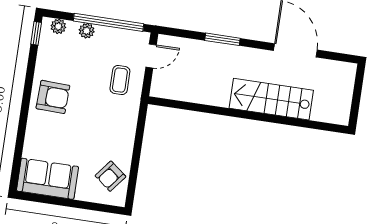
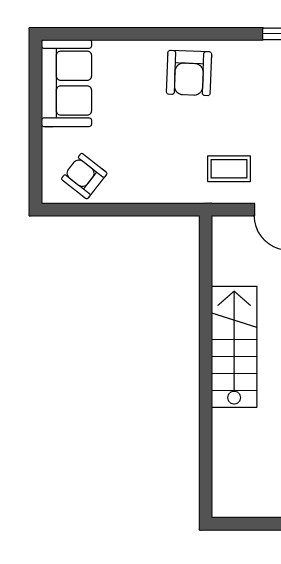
stairs: (271, 99) -> (234, 347), moved

